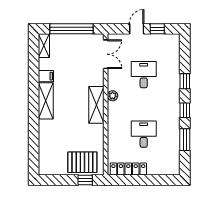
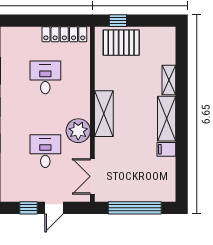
shelving: (44, 46) -> (169, 80), moved
desk: (144, 75) -> (45, 151), turned 180
plant: (113, 96) -> (78, 131), width x1.87, depth x1.87
desk: (144, 134) -> (45, 77), turned 180

